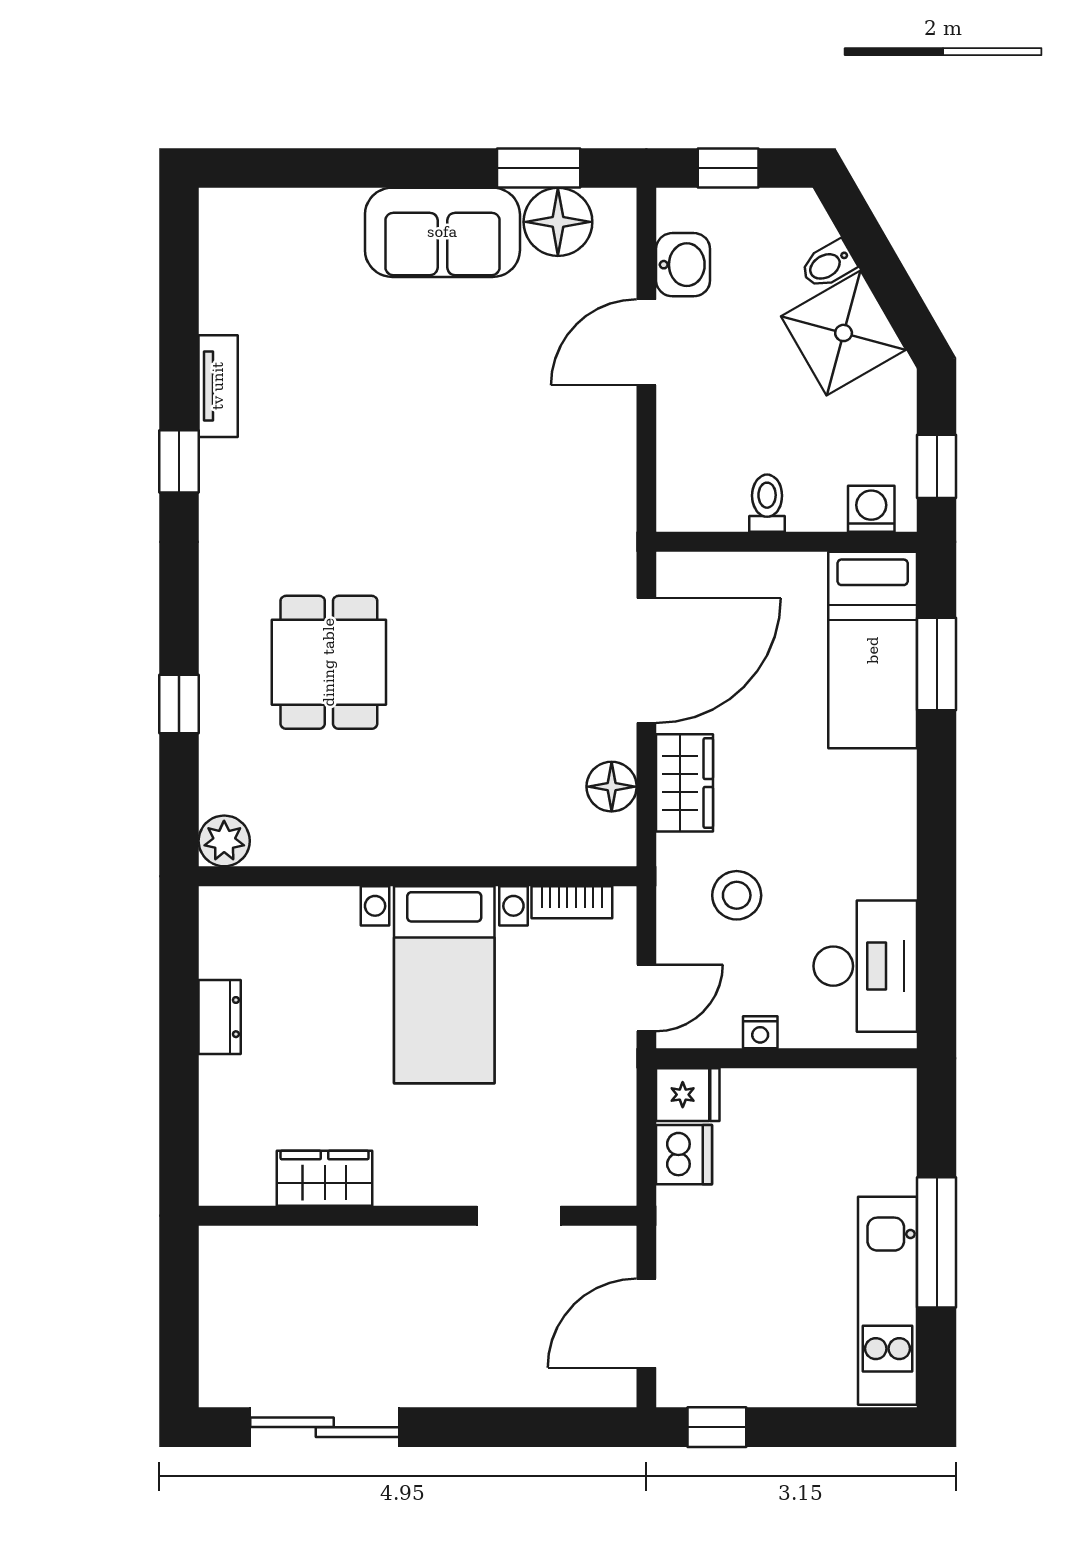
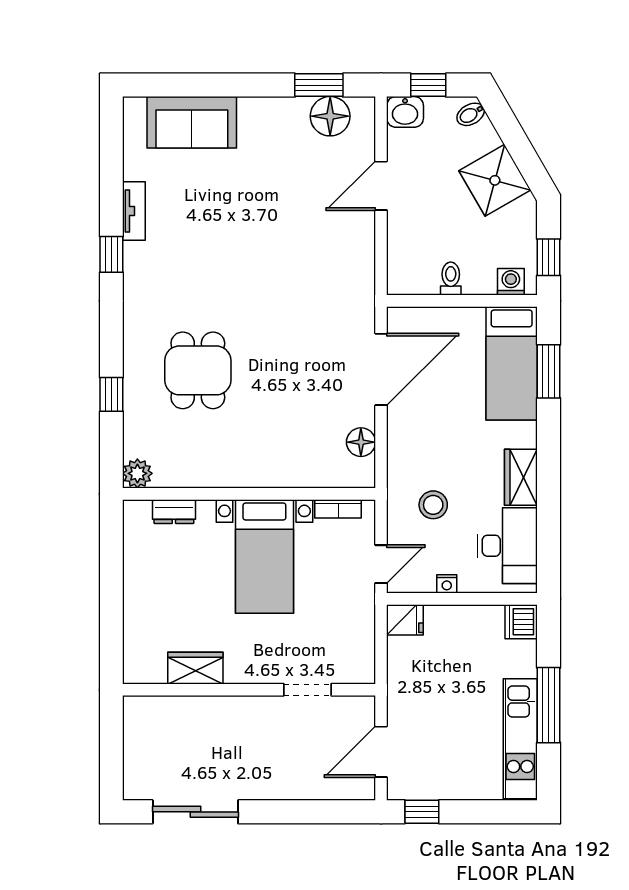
sofa: (442, 232) -> (192, 122), moved
washbasin: (683, 265) -> (405, 112), moved, turned 90
bidet: (828, 265) -> (471, 114), moved
wardrobe: (684, 783) -> (521, 477), moved, turned 180
dresser: (220, 1017) -> (174, 512), moved, turned 90
dishwasher: (684, 1155) -> (521, 622), moved, turned 180

